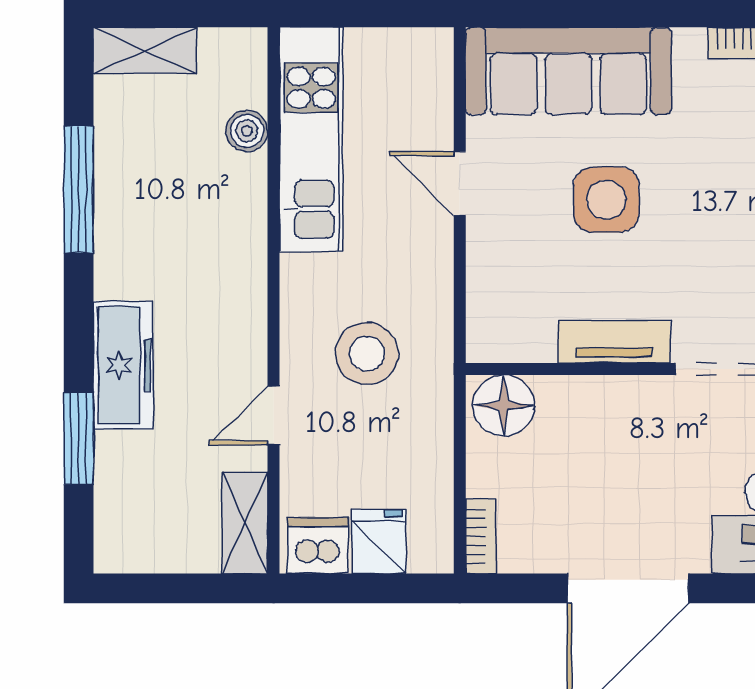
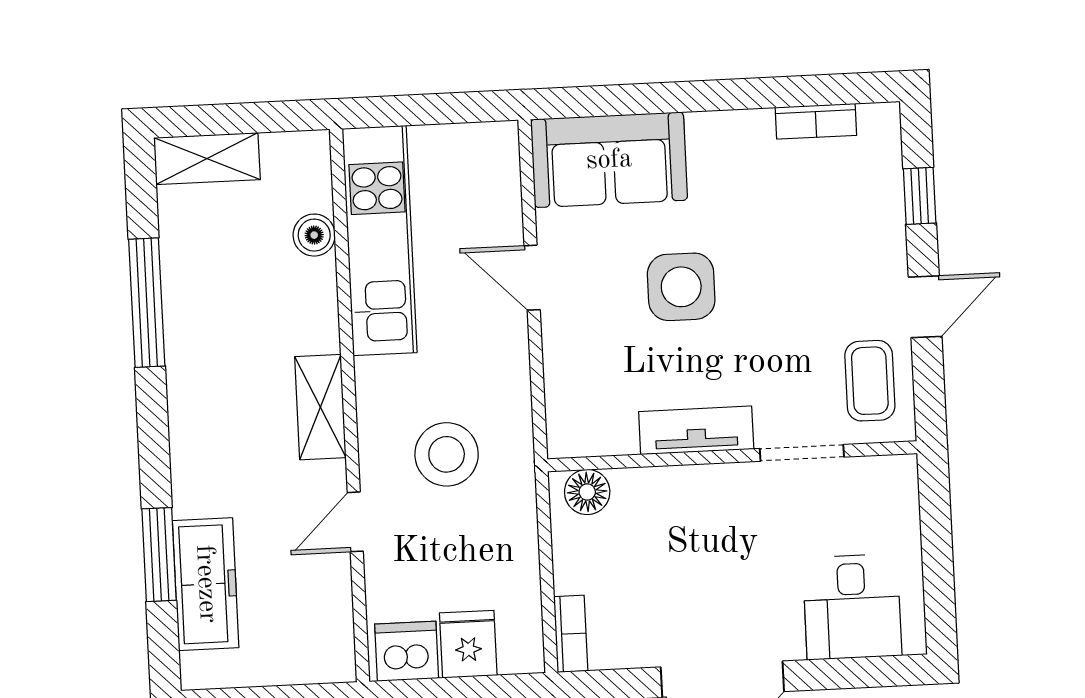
sofa: (568, 71) -> (609, 160), width x0.73
freezer: (123, 365) -> (206, 584), moved
floor lamp: (504, 406) -> (587, 492), width x0.73, depth x0.73
shelving: (245, 523) -> (320, 407), moved

